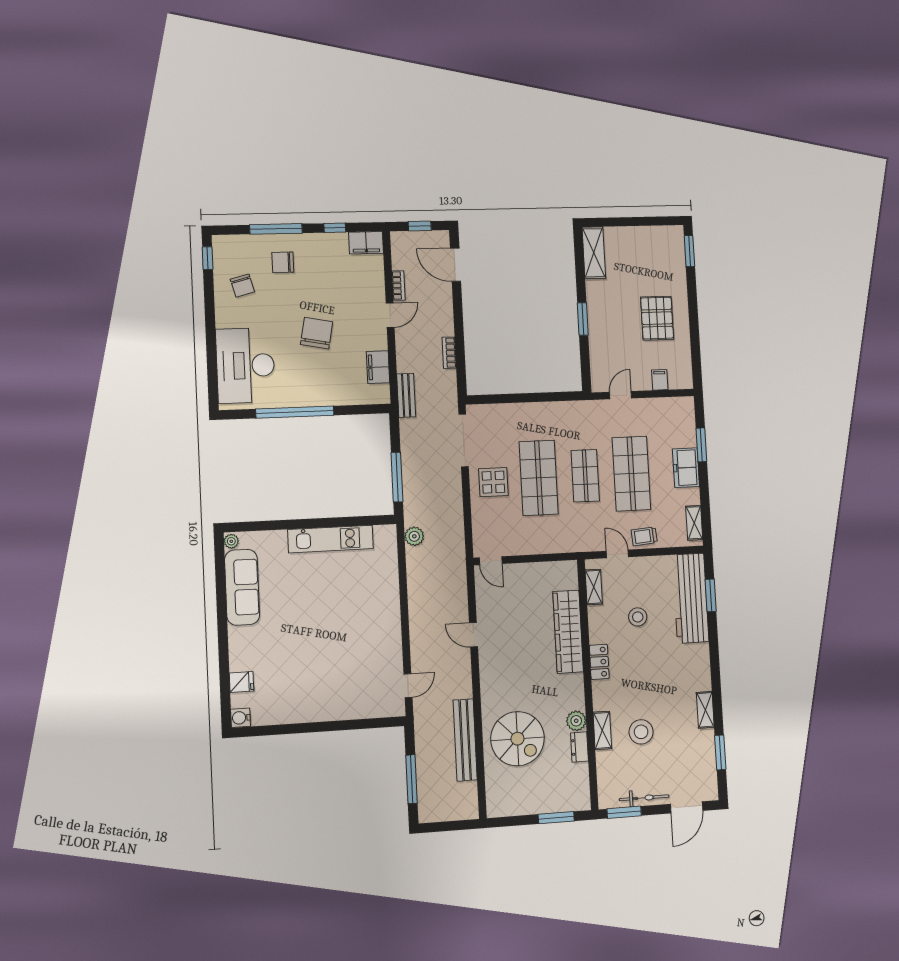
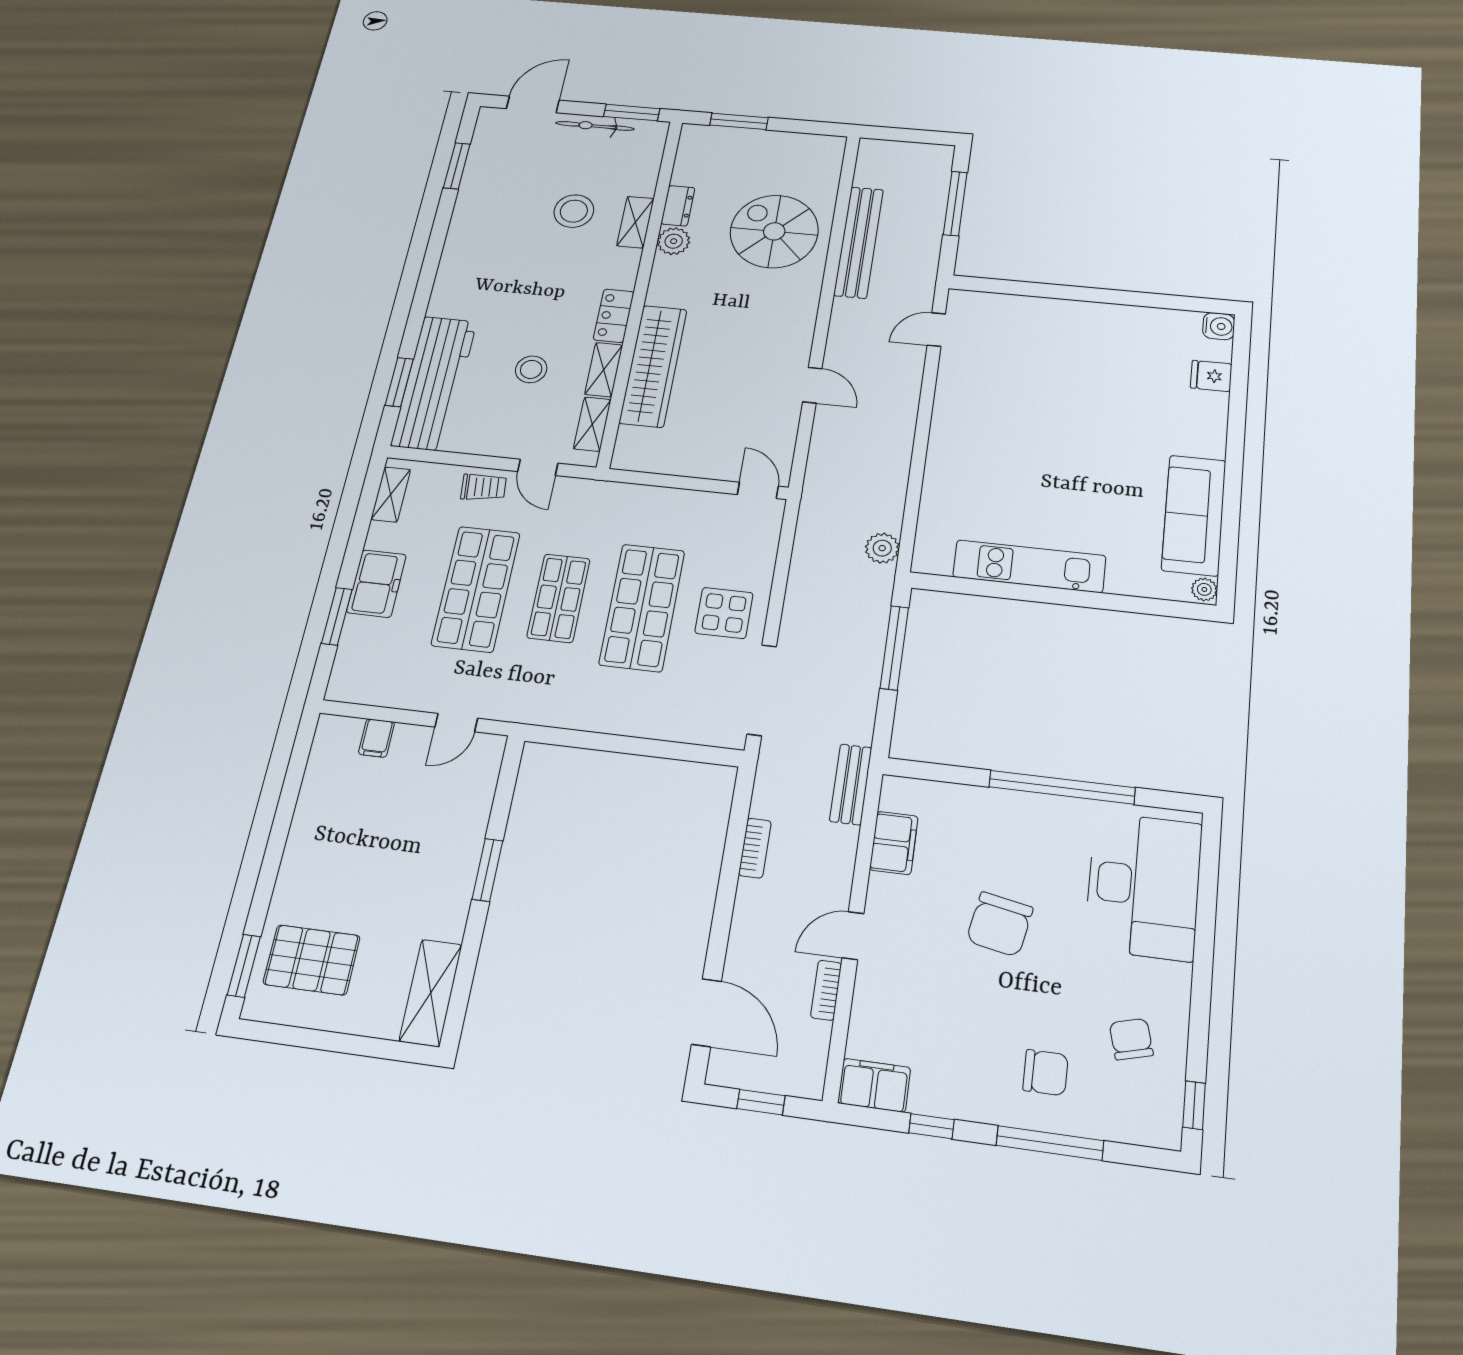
pallet: (657, 318) -> (312, 960), moved, turned 90
shelving: (705, 710) -> (604, 370), moved

